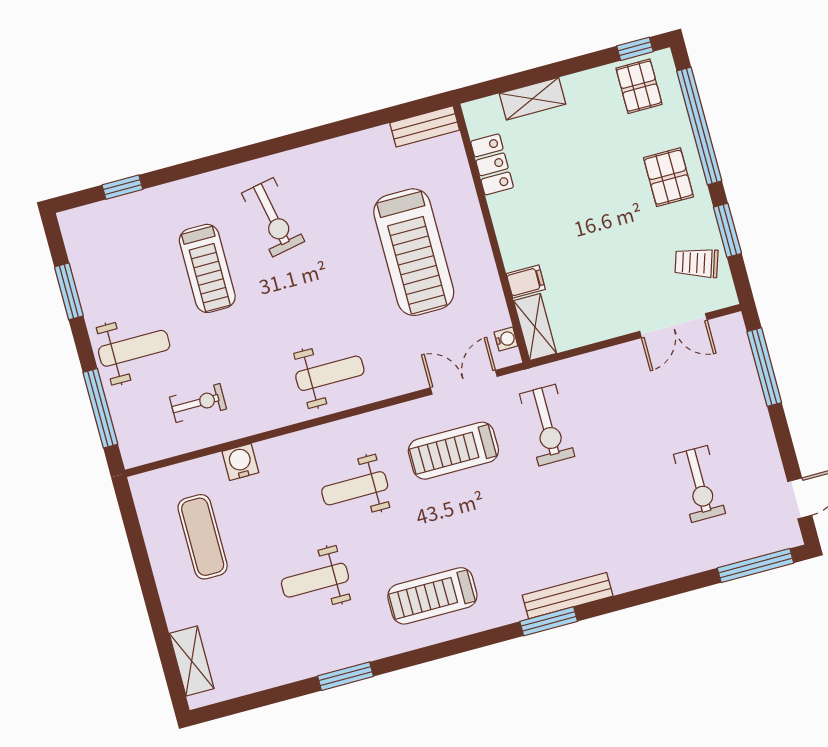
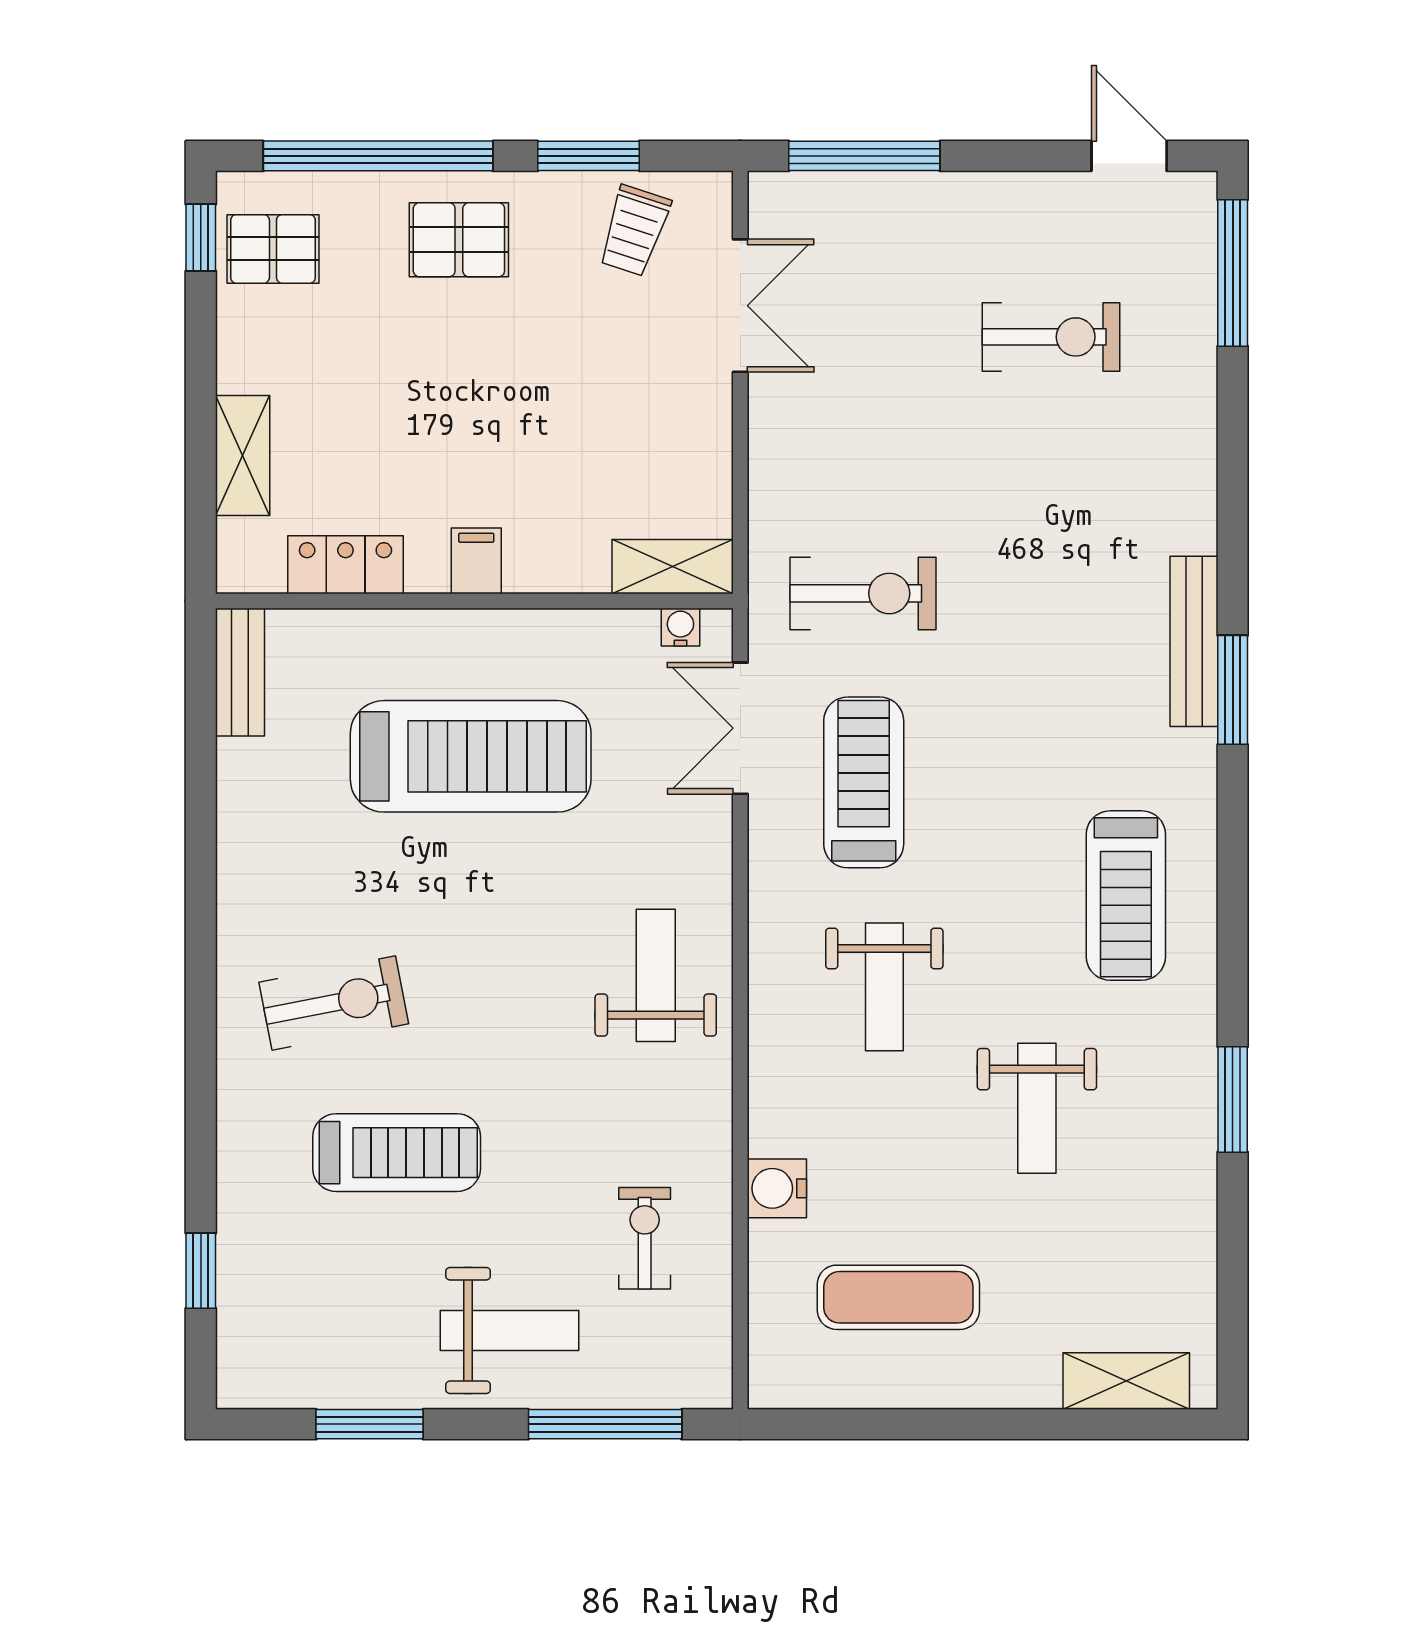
filing cabinet: (526, 282) -> (476, 561), moved
weight bench: (134, 348) -> (510, 1330), turned 90
treadmill: (453, 451) -> (864, 782), turned 180

